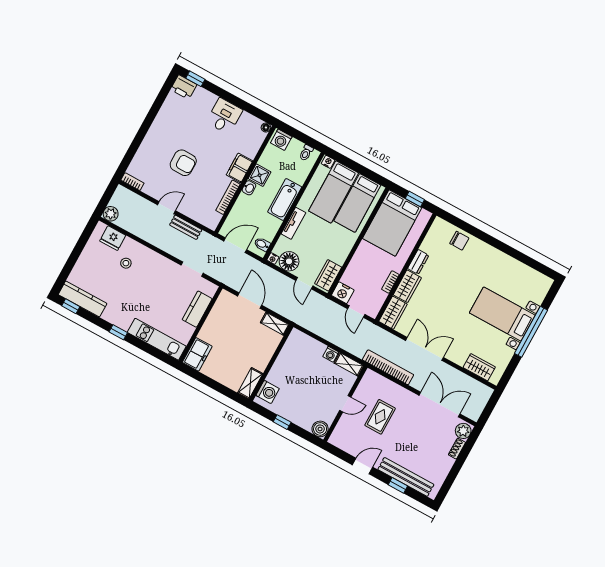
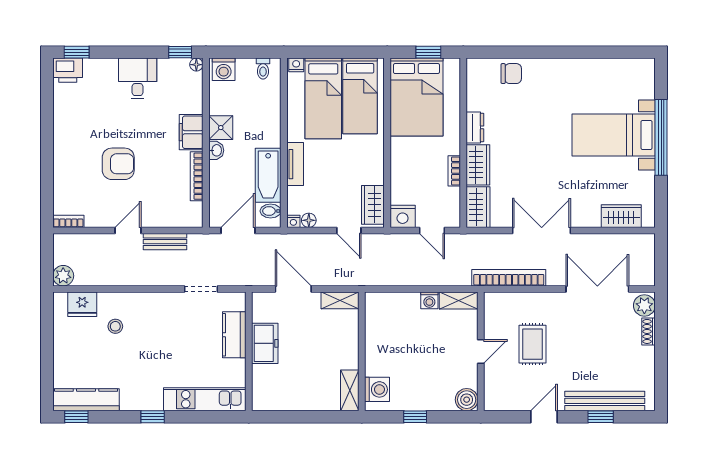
window: (260, 114) -> (180, 52), added
bathtub: (285, 199) -> (268, 175), moved
floor lamp: (289, 261) -> (309, 220), width x0.53, depth x0.53
freezer: (197, 354) -> (265, 343), moved

